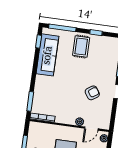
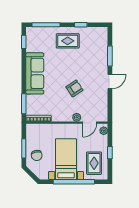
rug: (81, 46) -> (68, 41), turned 90
sofa: (47, 55) -> (35, 73), moved
armchair: (92, 93) -> (74, 88), moved

